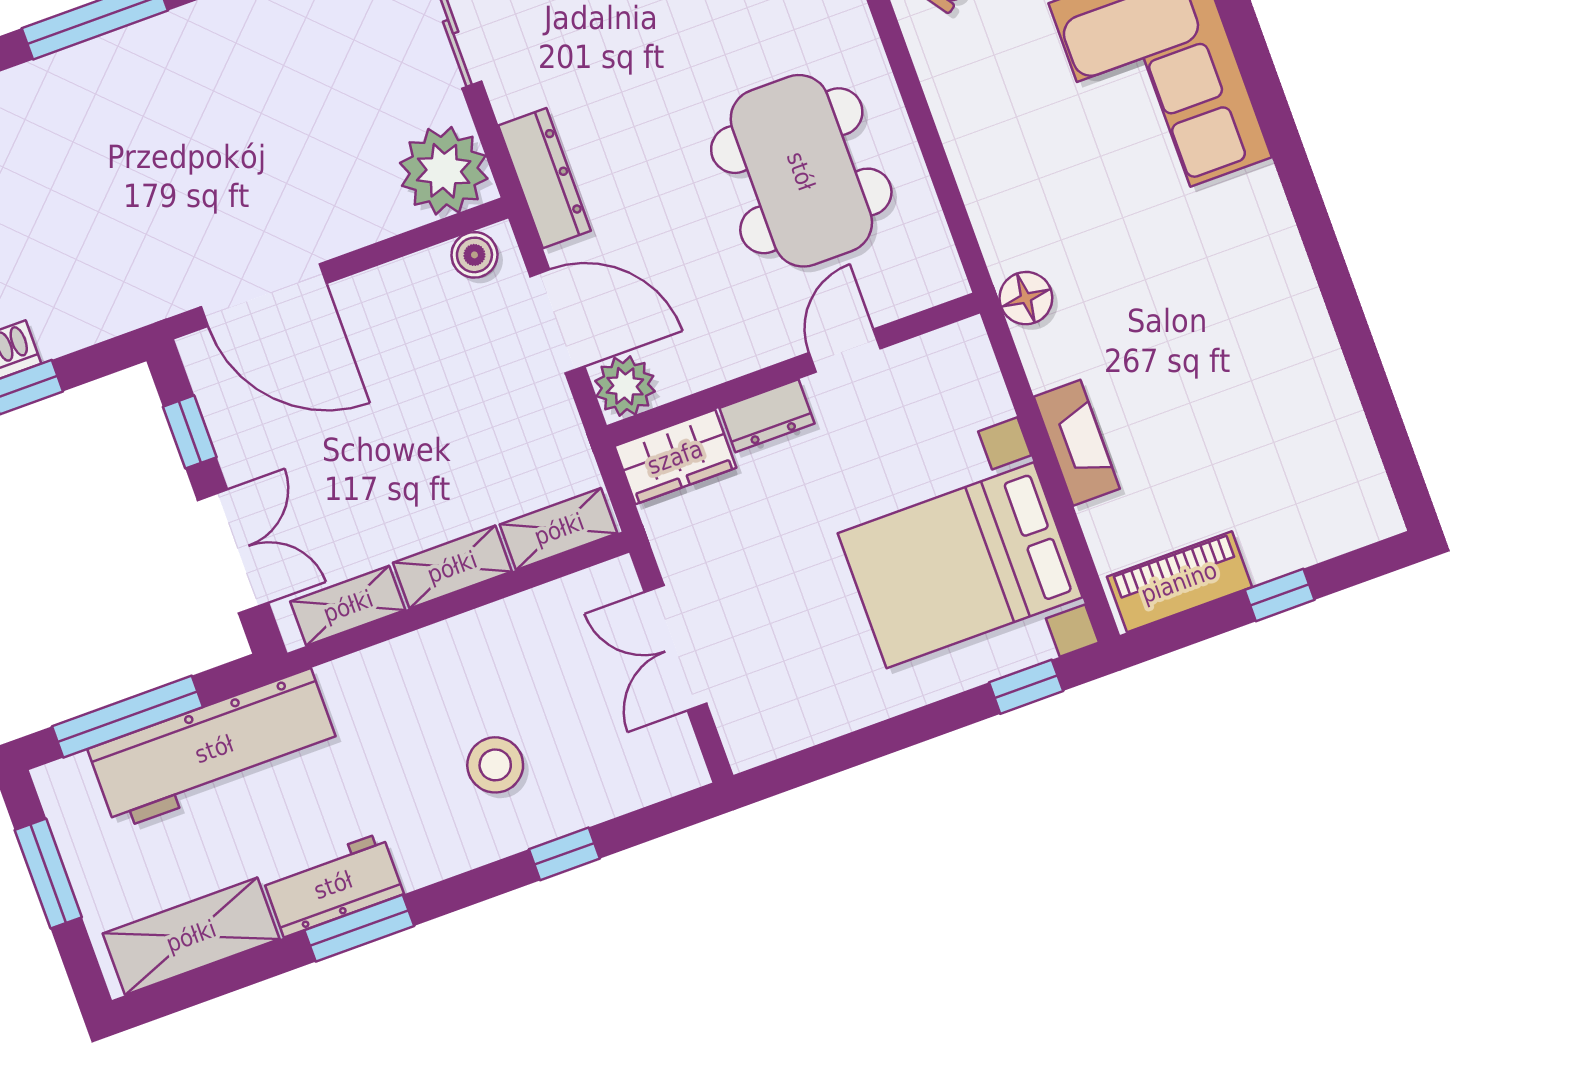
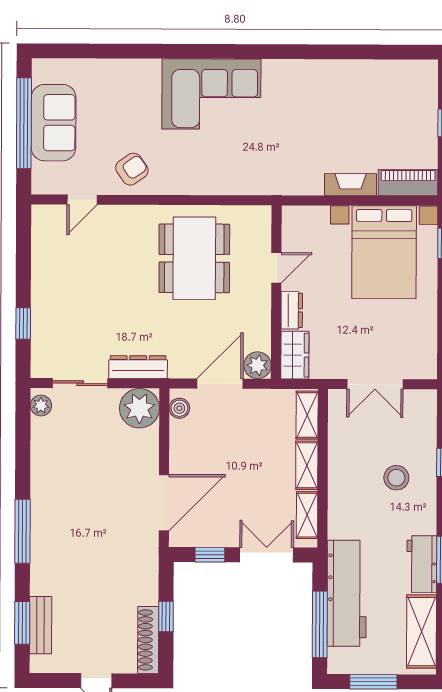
dining table: (801, 171) -> (194, 258), turned 90
dresser: (545, 178) -> (138, 367), moved
floor lamp: (1026, 298) -> (282, 184), removed
door: (845, 351) -> (276, 268), swing flipped
piano: (1179, 582) -> (408, 183), moved, turned 90

